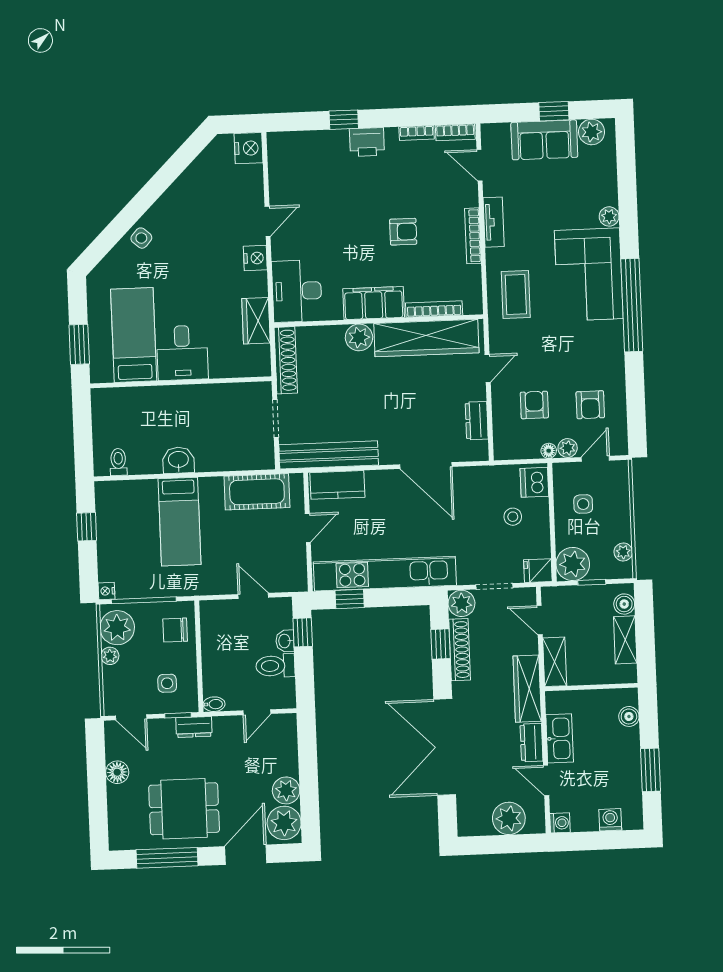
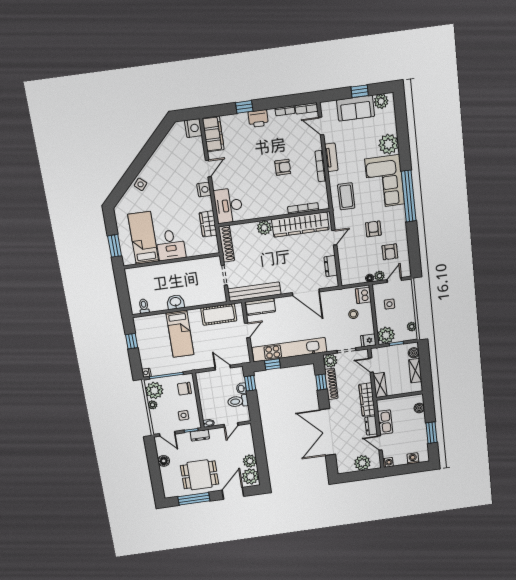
plant: (609, 216) -> (389, 144), width x1.87, depth x1.87
filing cabinet: (374, 303) -> (213, 134), moved, turned 90
armchair: (534, 405) -> (373, 229), moved

